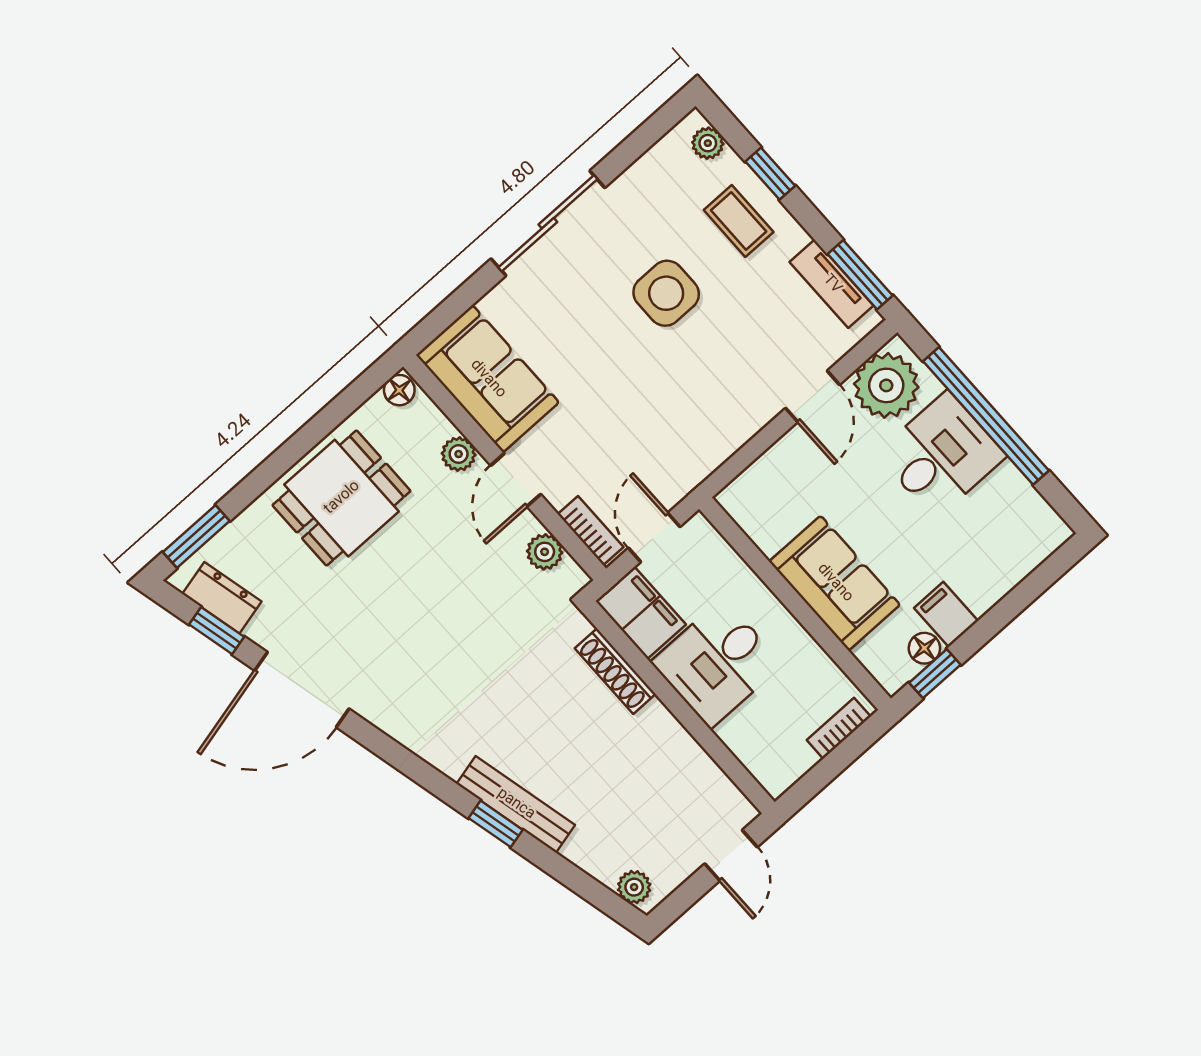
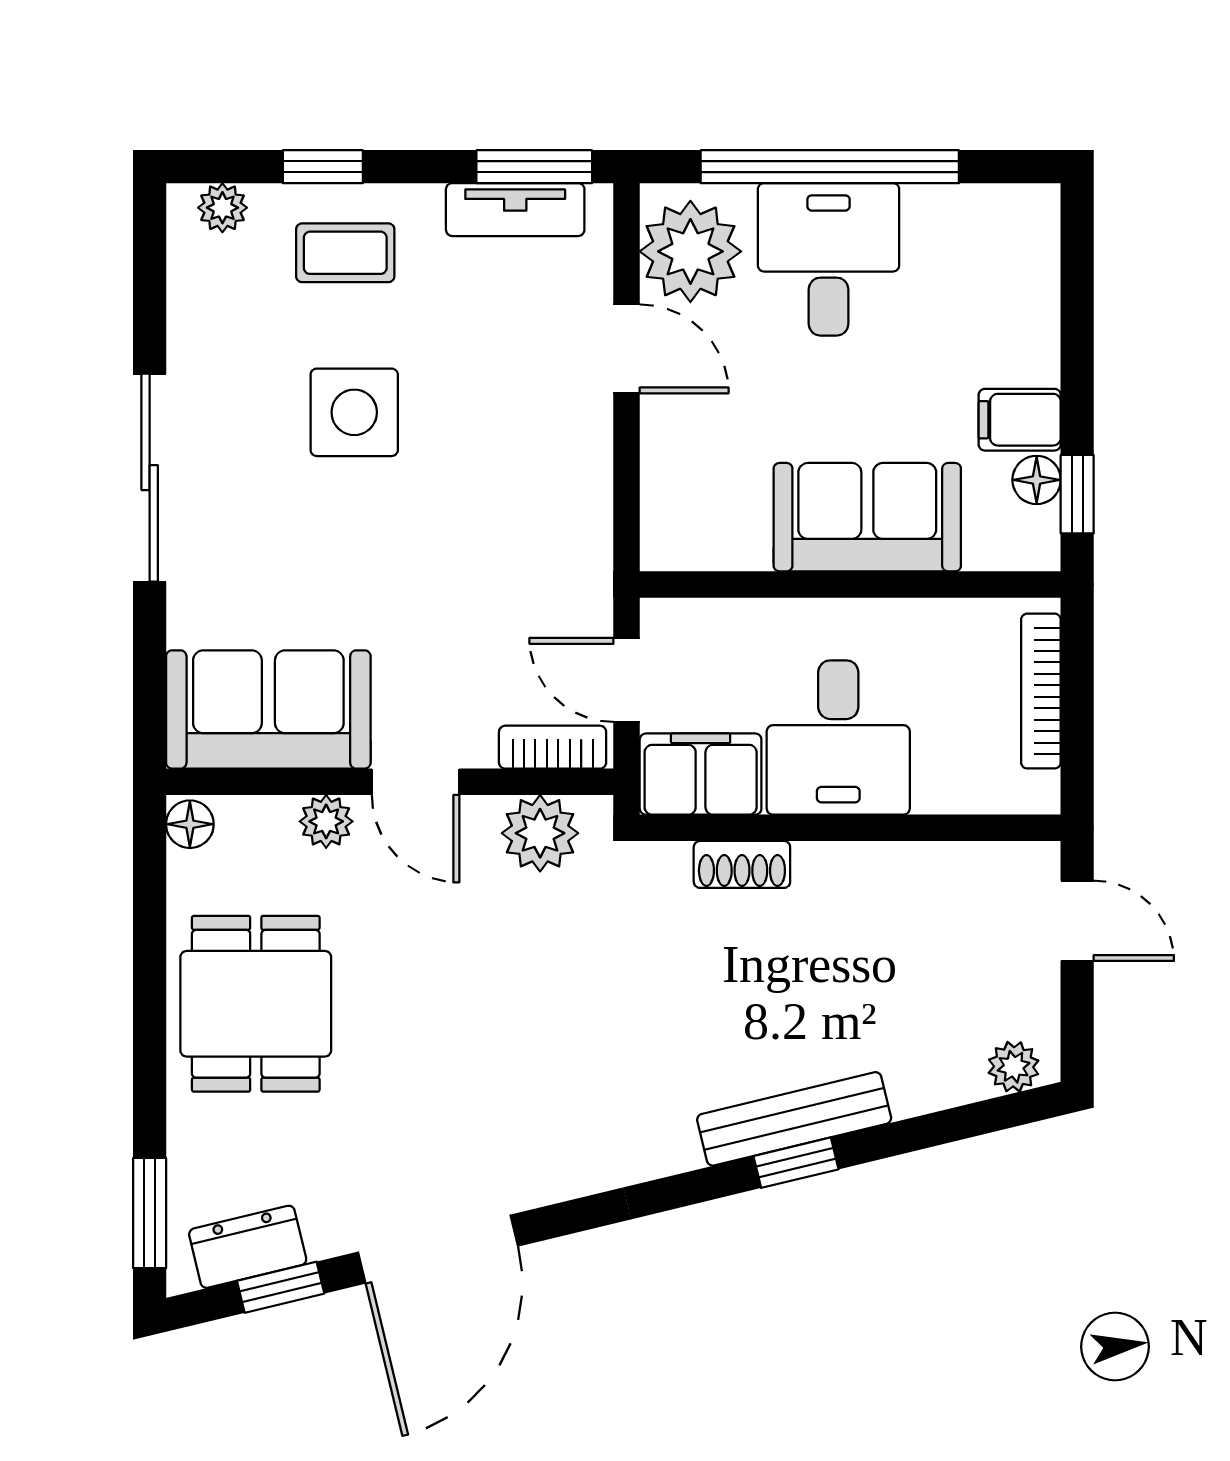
plant: (545, 552) -> (540, 833), width x1.38, depth x1.38
shoe rack: (615, 671) -> (742, 864), width x0.70
bookcase: (839, 728) -> (1041, 691), width x1.56

